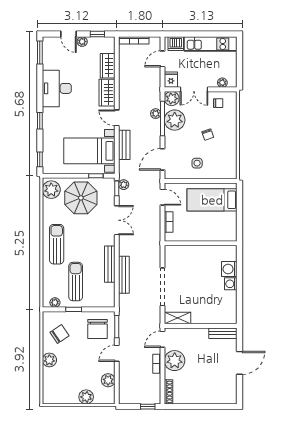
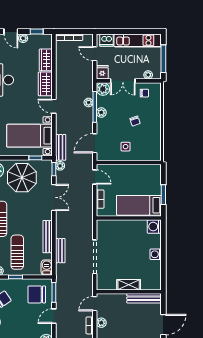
door: (163, 59) -> (95, 54), hinge flipped
window: (239, 65) -> (163, 59), added
plant: (175, 120) -> (101, 112), width x0.53, depth x0.53
bench: (124, 145) -> (61, 147), moved
bed: (212, 200) -> (139, 205), moved
window: (239, 217) -> (163, 195), added
washing machine: (229, 269) -> (154, 227), moved
bench: (124, 275) -> (60, 251), width x0.73
barbecue: (109, 299) -> (47, 268), added
shelving: (178, 318) -> (129, 285), moved
chair: (97, 329) -> (37, 294), turned 90
bench: (223, 333) -> (144, 298), width x1.36
plant: (175, 361) -> (101, 323), width x0.53, depth x0.53

